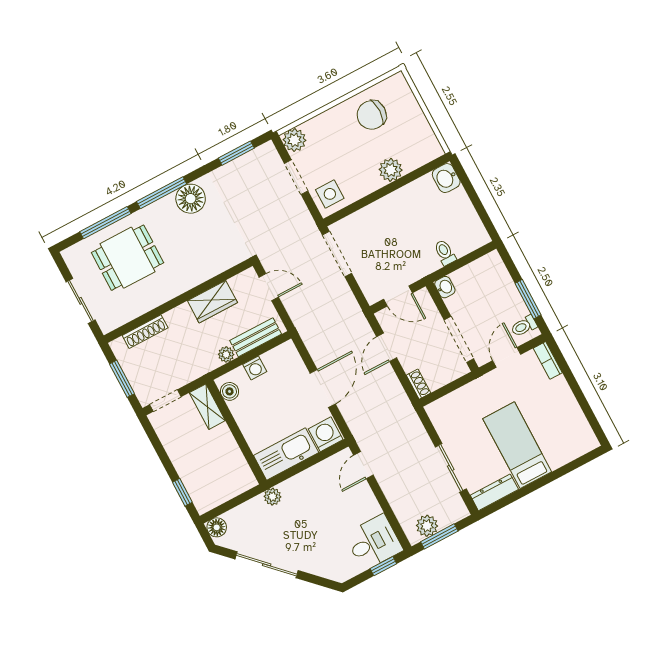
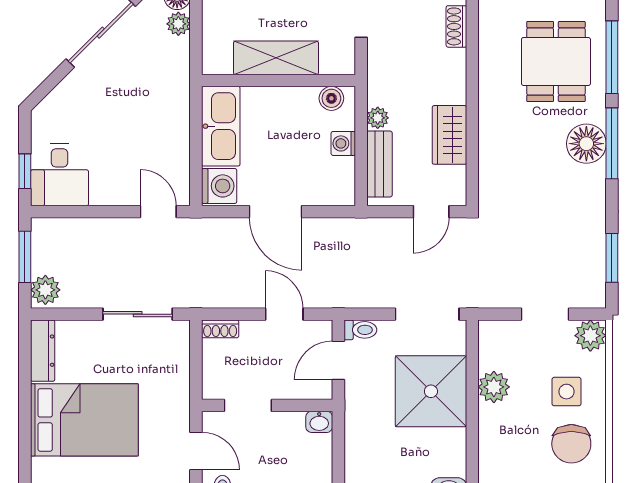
chair: (372, 115) -> (571, 444), turned 180
plant: (391, 170) -> (494, 387), moved
side table: (330, 194) -> (566, 392), moved
floor lamp: (191, 199) -> (586, 144), moved
shower: (386, 225) -> (431, 391), added
toilet: (445, 253) -> (360, 330), moved
shoe rack: (145, 332) -> (456, 26), width x0.70
doorway: (459, 339) -> (248, 405), width x0.73
shelving: (207, 407) -> (276, 58), moved, width x1.50, depth x1.33
bed: (517, 445) -> (84, 420), width x1.50
sliding door: (451, 468) -> (138, 314), moved
plant: (273, 497) -> (178, 24), moved
plant: (427, 526) -> (45, 290), moved

